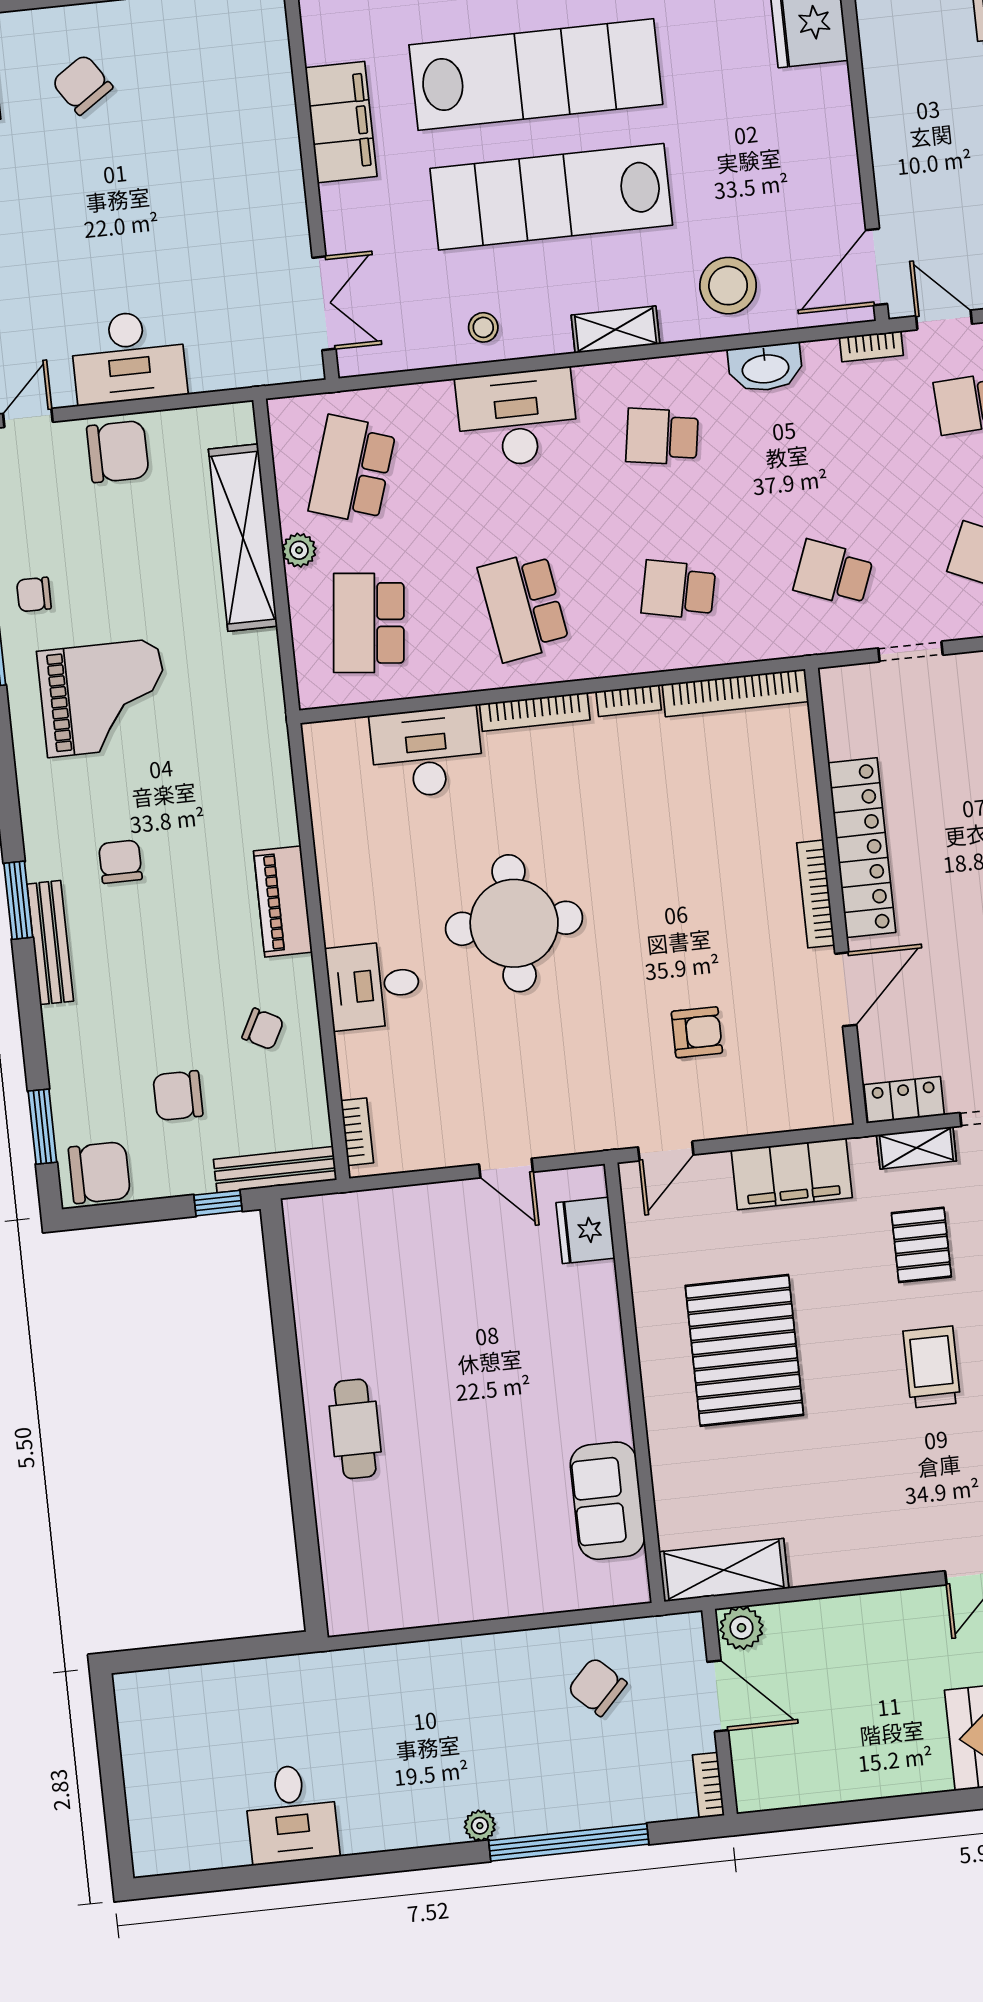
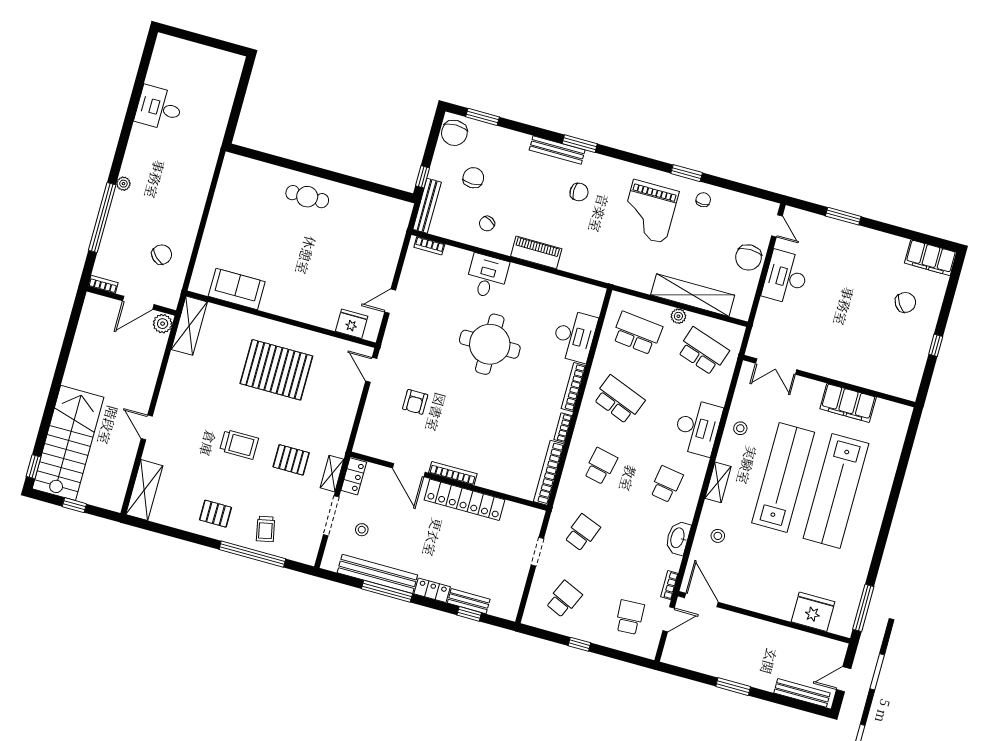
stool: (728, 286) -> (718, 536), width x0.53, depth x0.53
school desk: (524, 606) -> (619, 400), turned 30
filing cabinet: (792, 1174) -> (341, 418), removed

